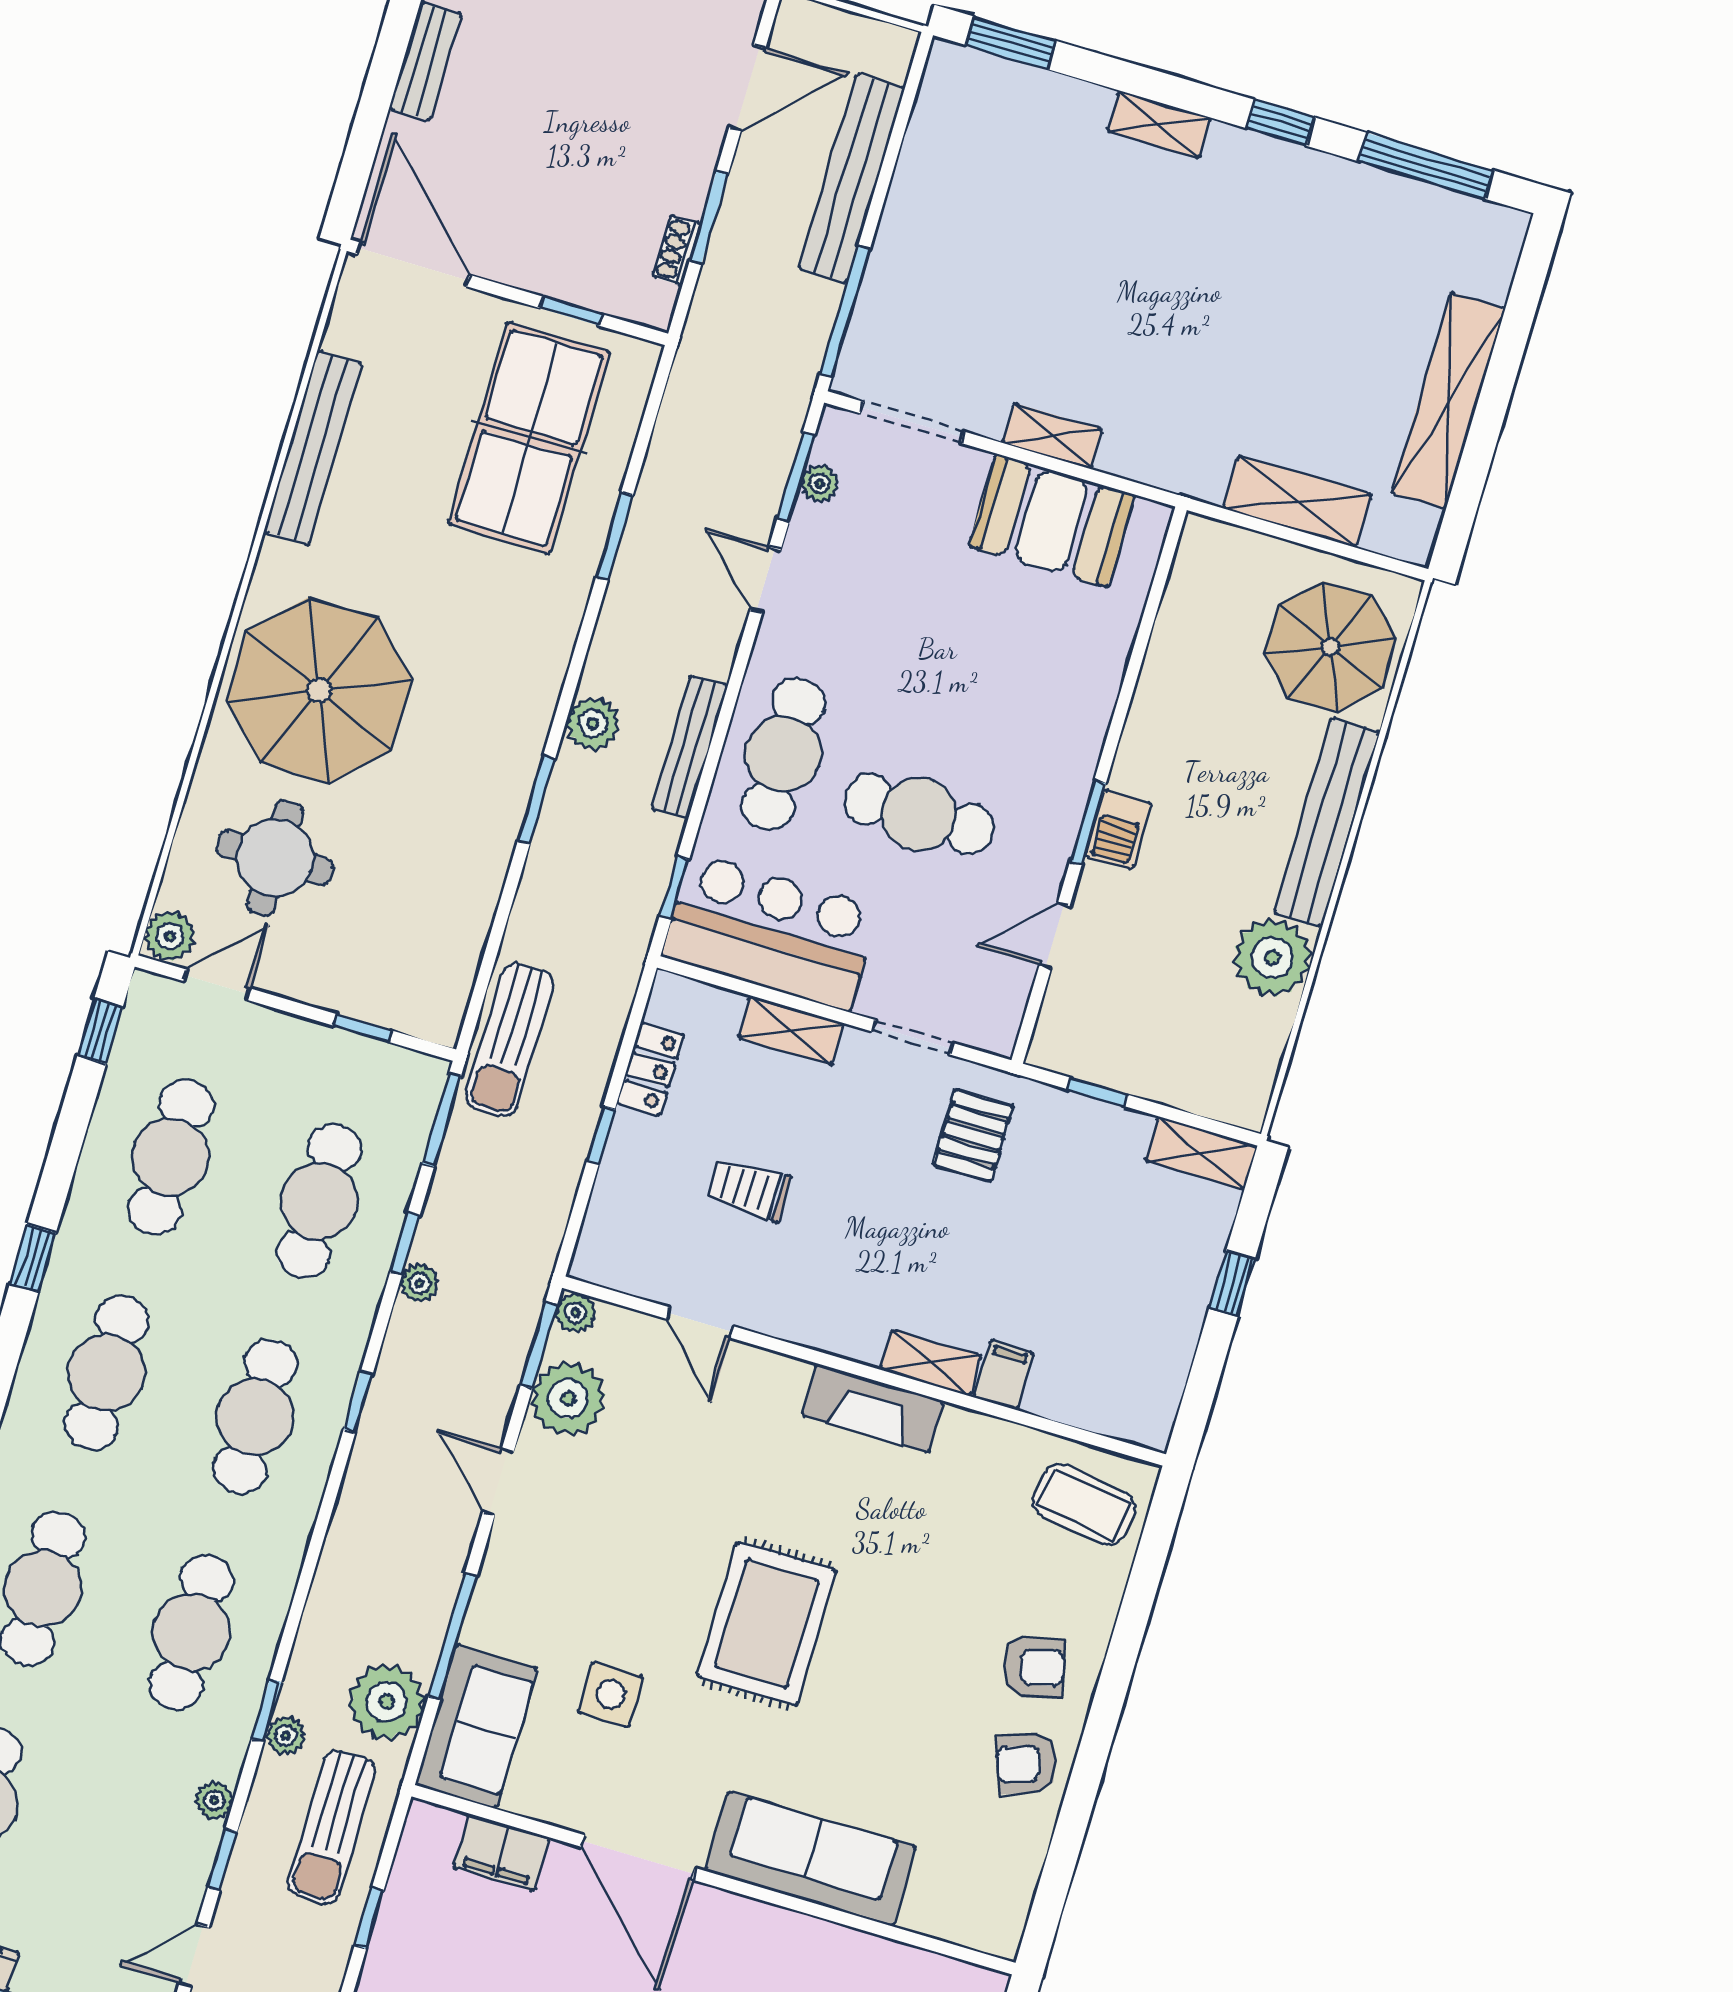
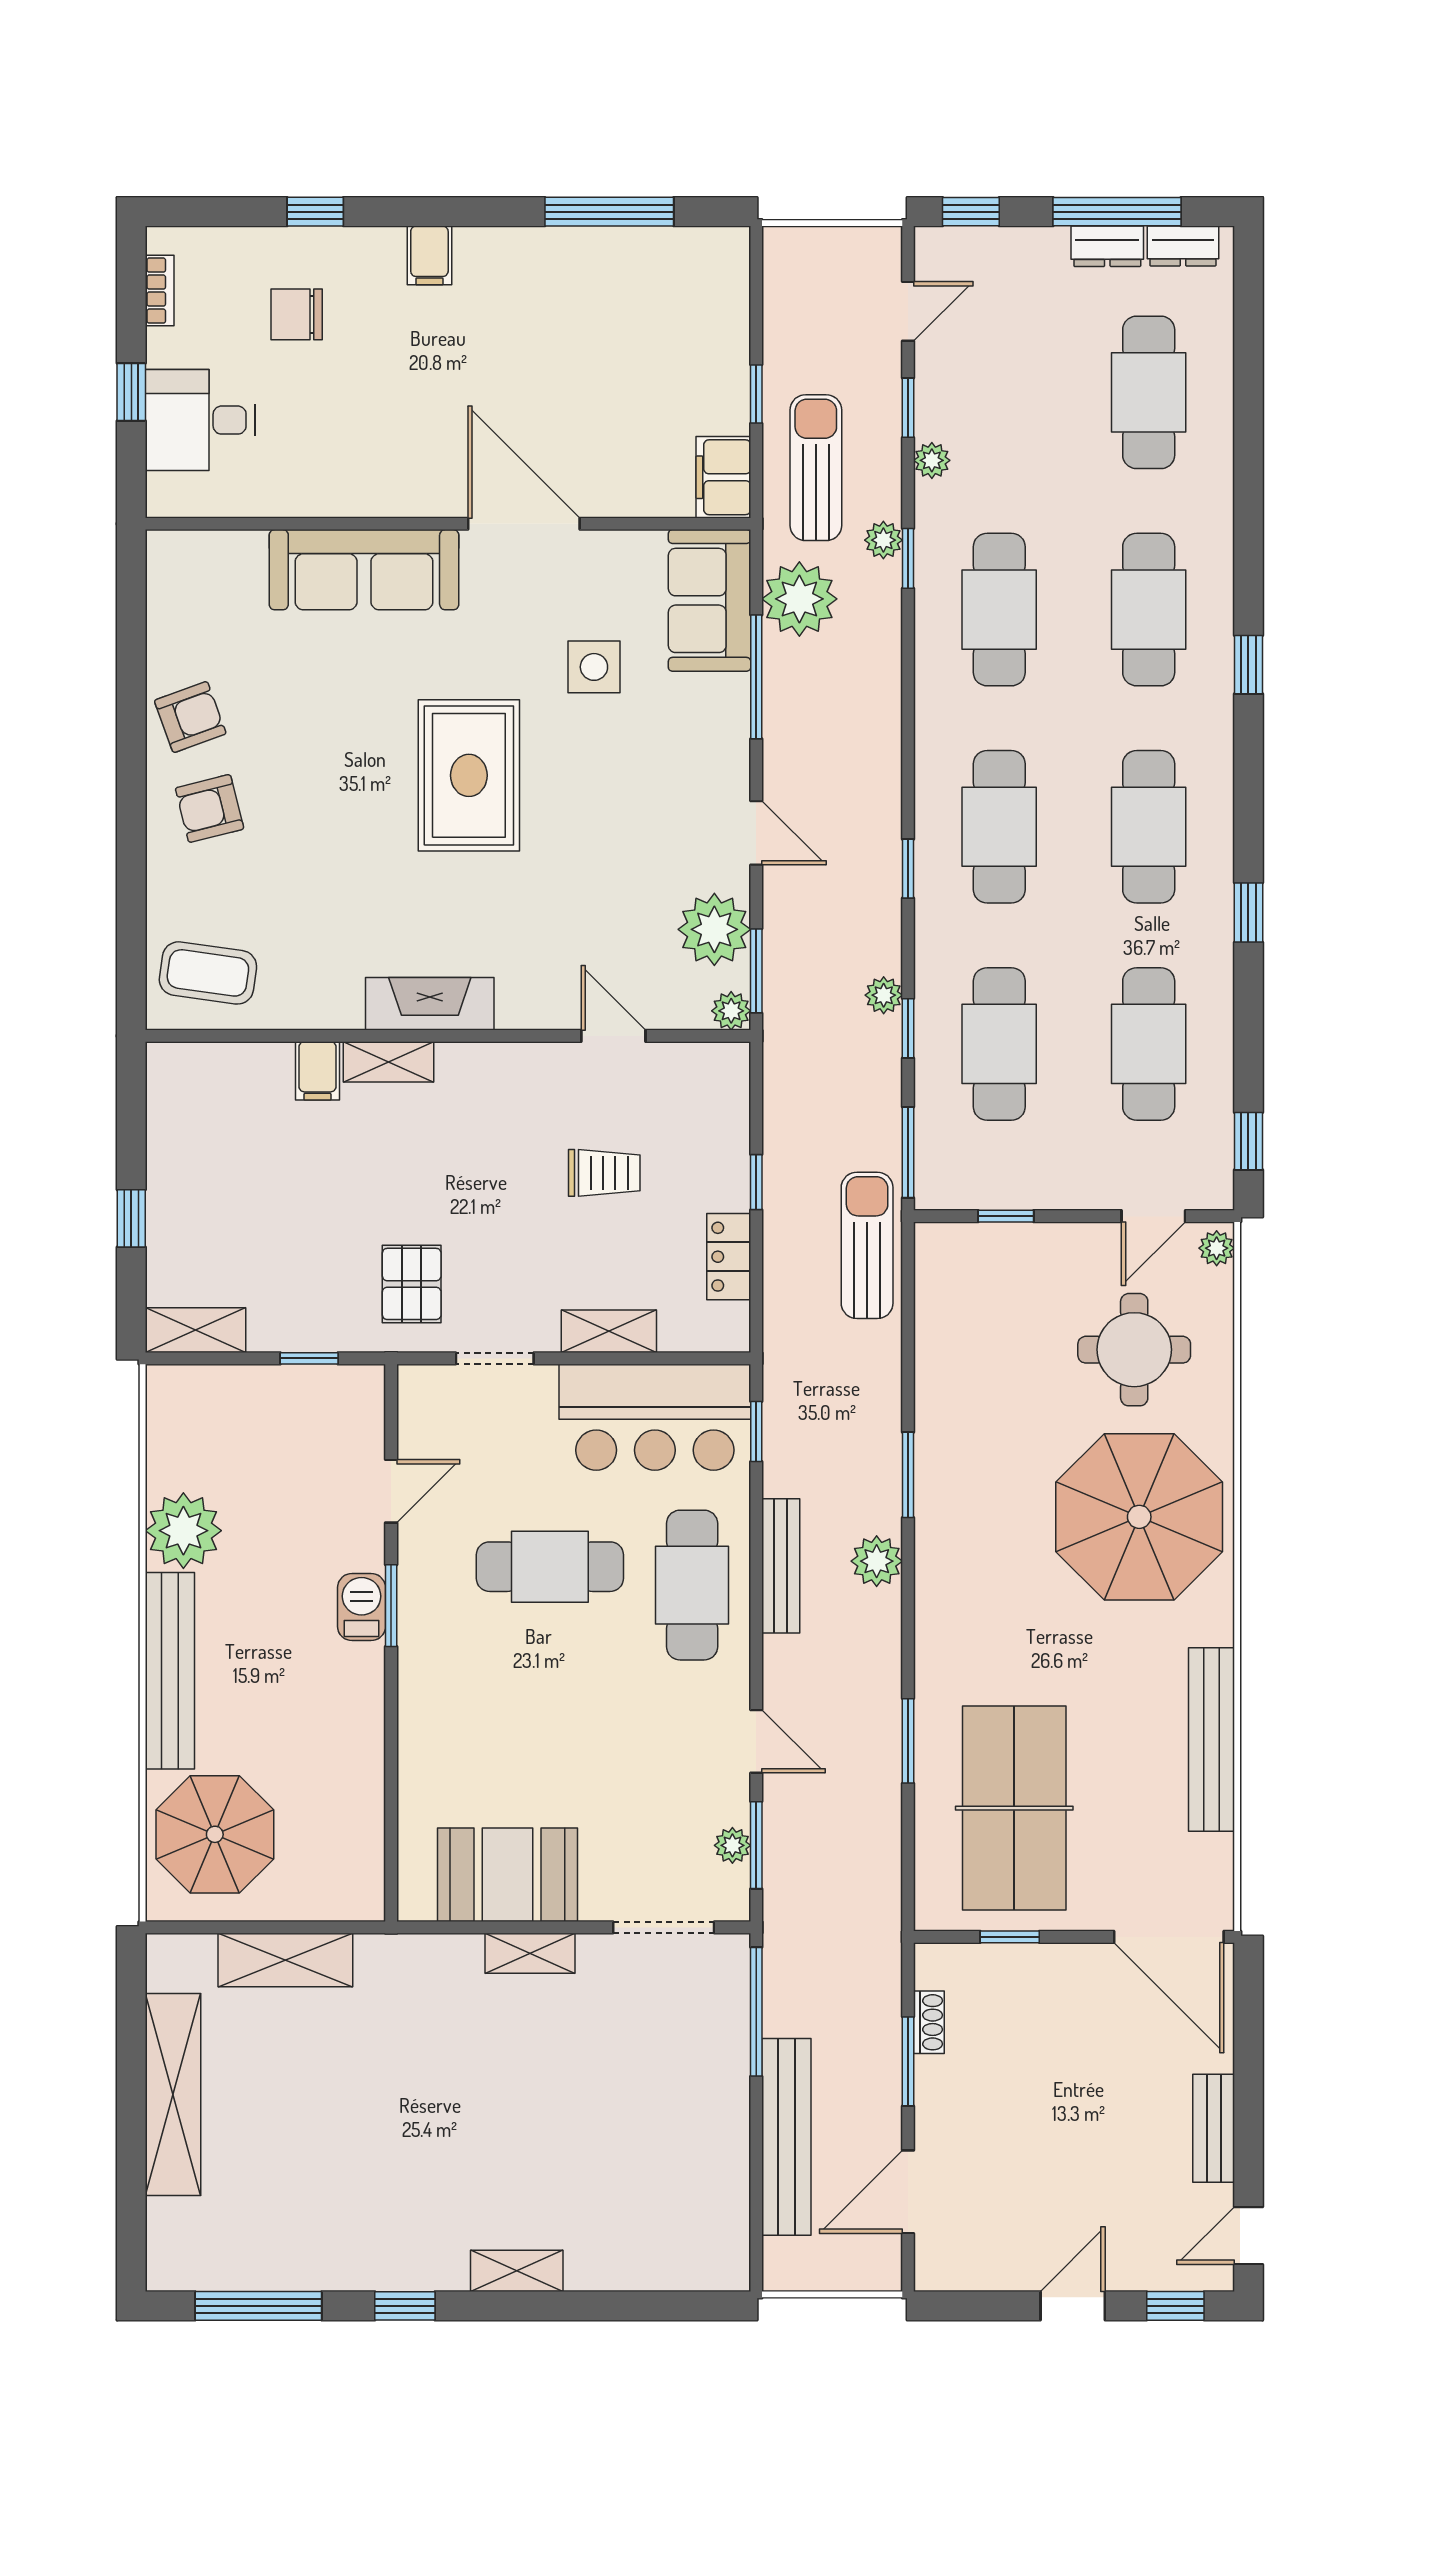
window: (1011, 43) -> (676, 2306), removed
plant: (170, 936) -> (1217, 1248), width x0.73, depth x0.73
filing cabinet: (502, 1852) -> (723, 477), moved, turned -90

